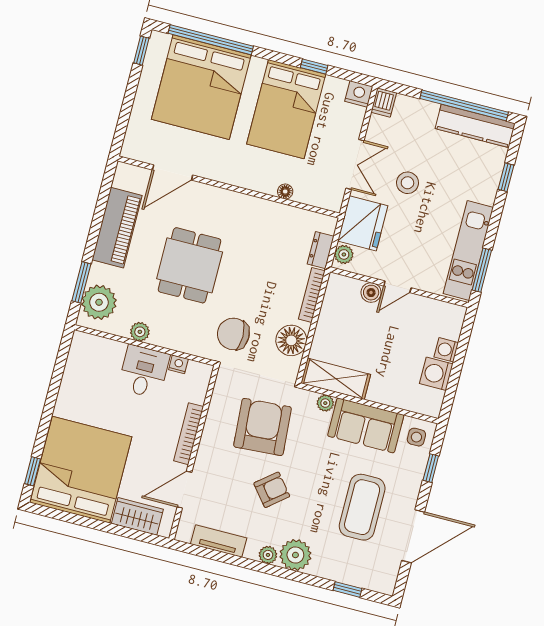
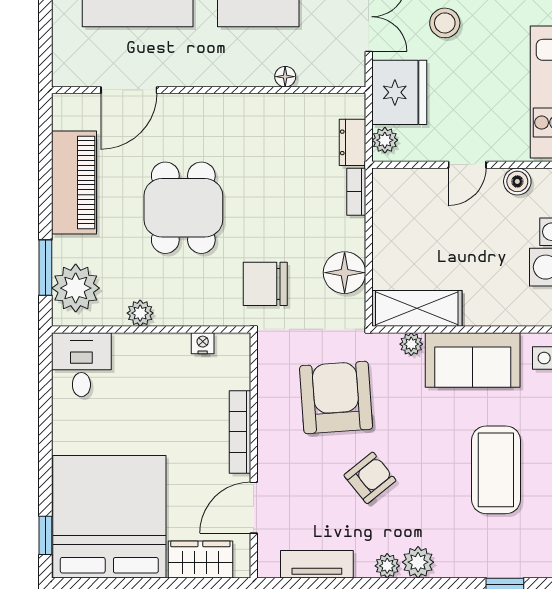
boiler: (371, 293) -> (517, 181), moved
bookcase: (312, 295) -> (356, 192), width x0.64
desk: (144, 372) -> (81, 365), moved
plant: (295, 555) -> (418, 562), width x0.73, depth x0.73

